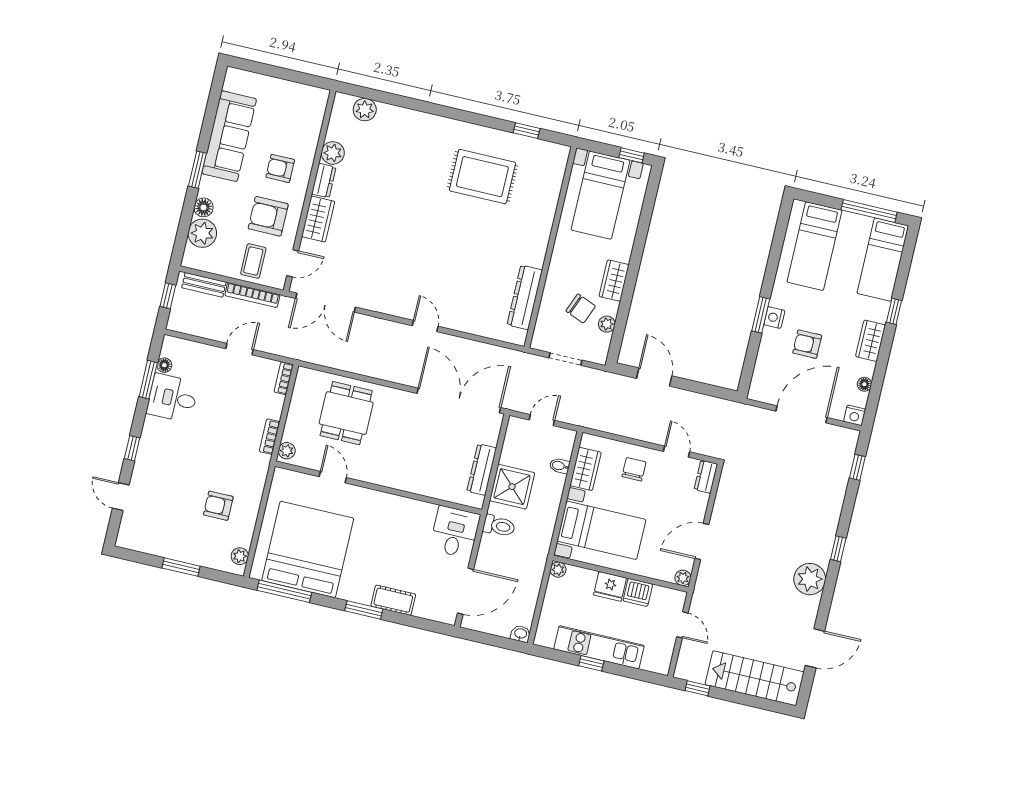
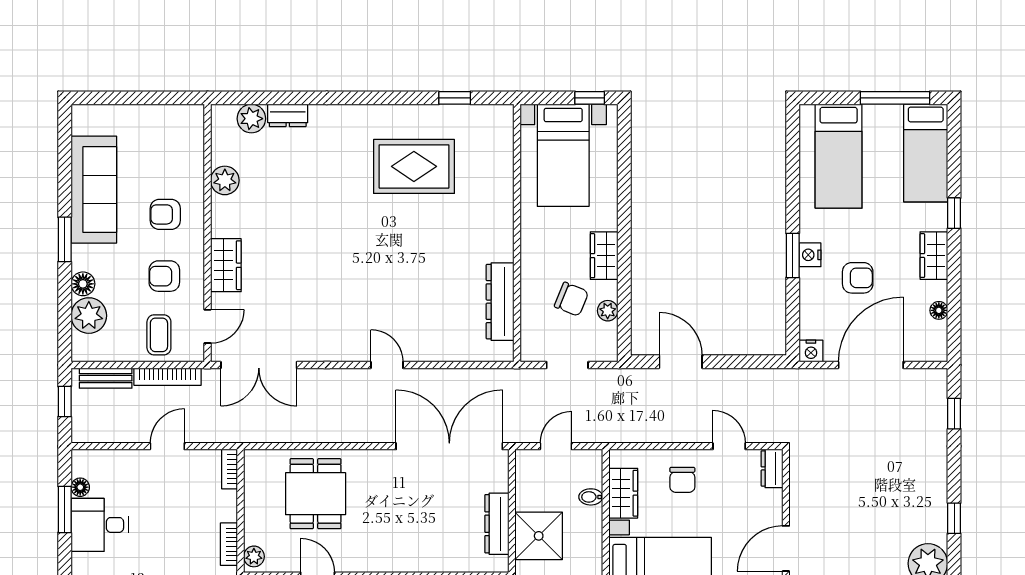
dresser: (324, 181) -> (288, 115), moved, turned 90
armchair: (268, 216) -> (164, 276), width x0.72, depth x0.72
armchair: (807, 344) -> (858, 278), turned 180
nightstand: (855, 415) -> (811, 351), moved
chair: (634, 469) -> (682, 480), turned 180

